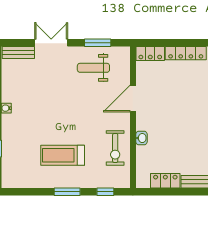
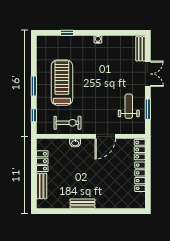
door: (133, 99) -> (105, 136), swing flipped
exercise bike: (115, 148) -> (67, 123), turned 180
treadmill: (63, 155) -> (62, 83), width x1.37, depth x1.37

